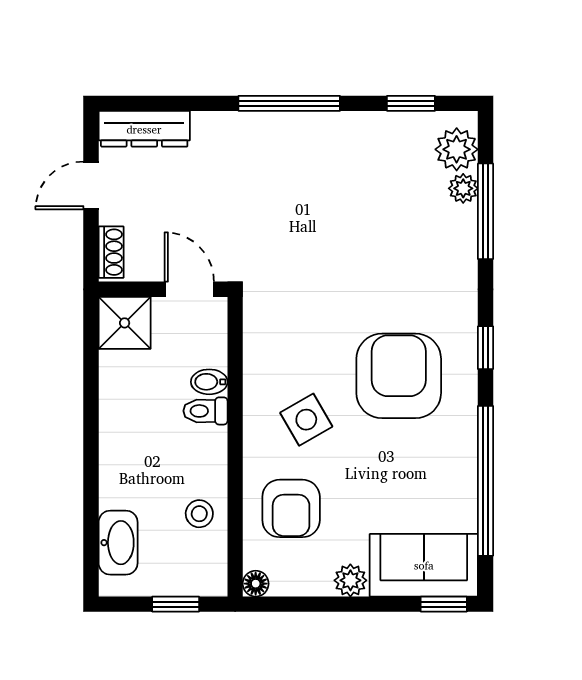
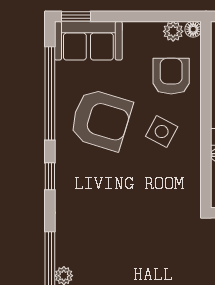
armchair: (399, 376) -> (101, 120), moved, turned -73
side table: (306, 420) -> (162, 131), turned -32
plant: (350, 580) -> (173, 31), moved

